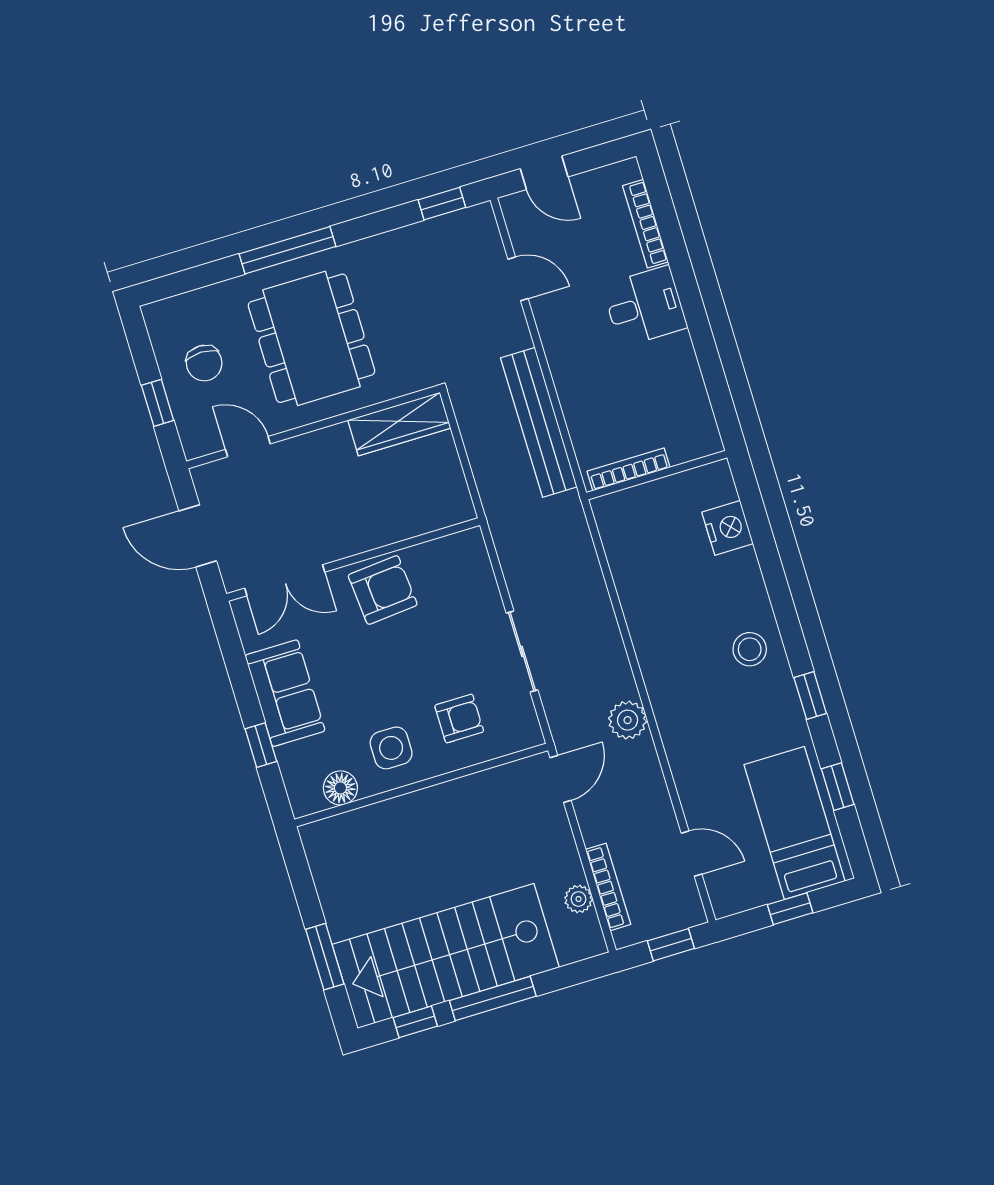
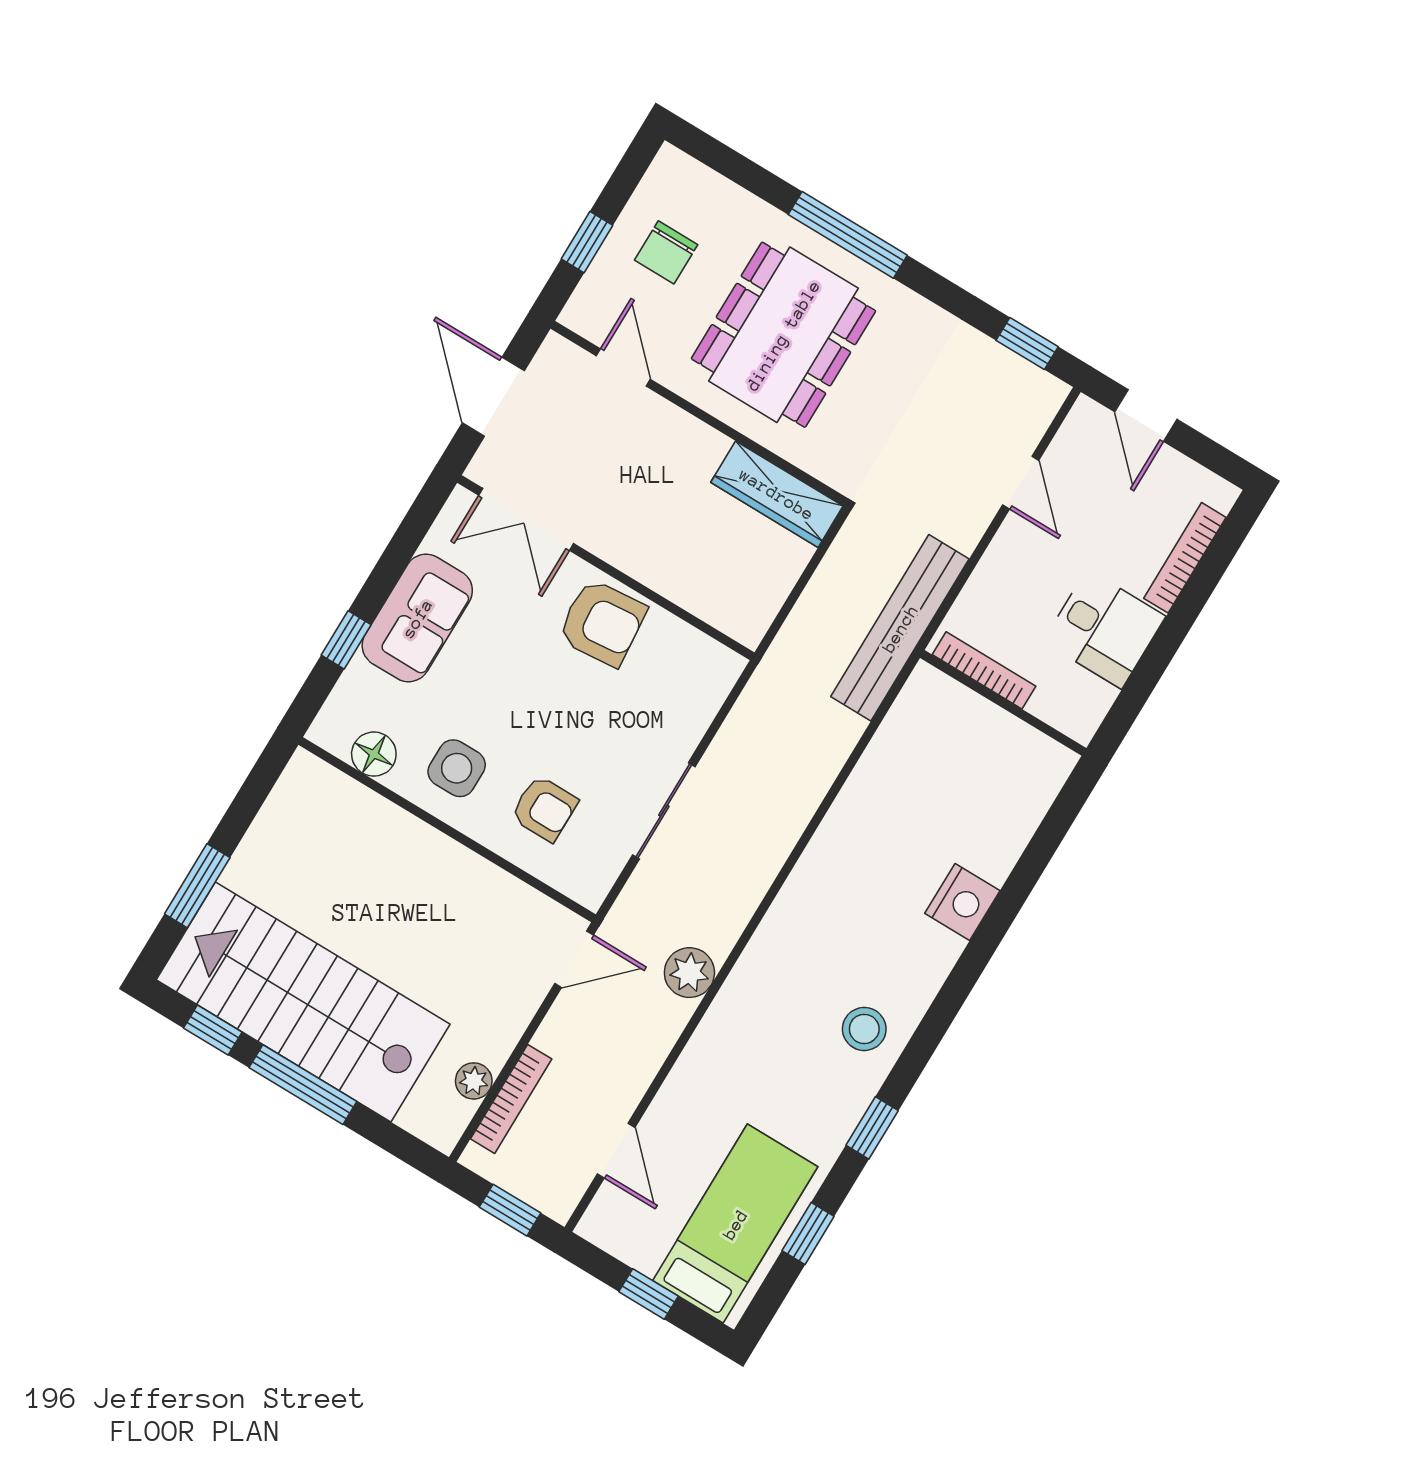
bookcase: (628, 469) -> (984, 670), moved
wall: (657, 475) -> (1003, 703), moved

